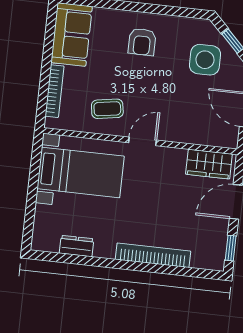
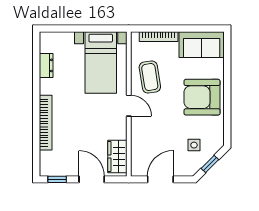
armchair: (142, 42) -> (202, 97), width x1.88, depth x1.88
side table: (205, 60) -> (194, 145), width x0.54, depth x0.54
coffee table: (107, 109) -> (150, 77), width x1.36, depth x1.30

